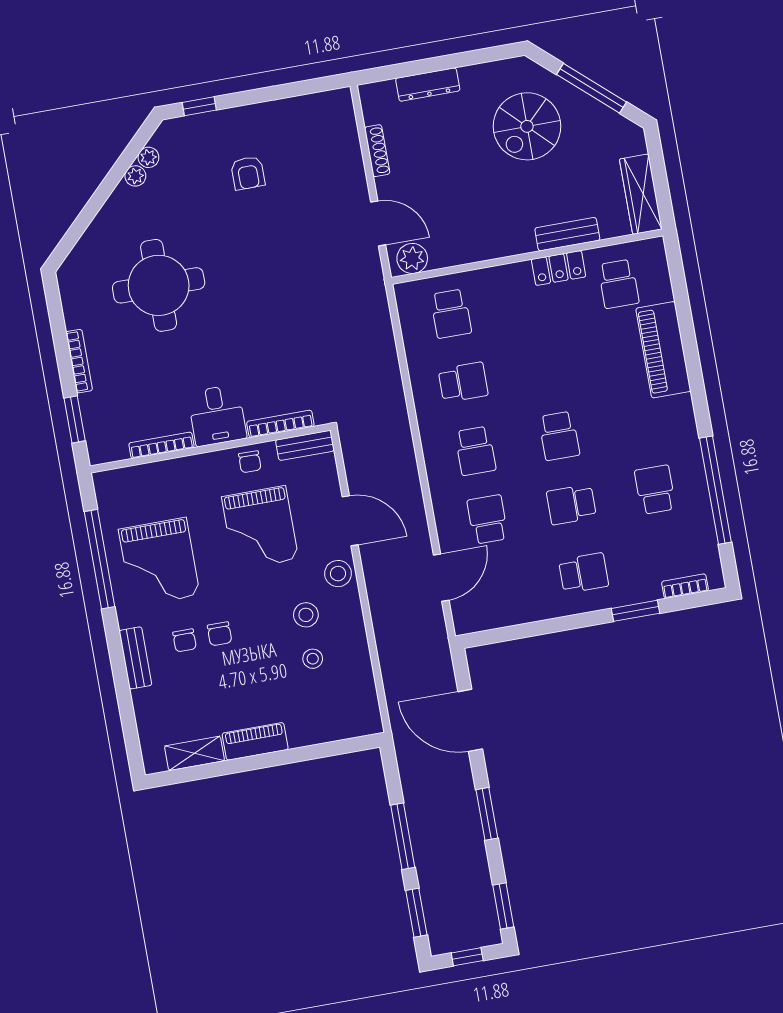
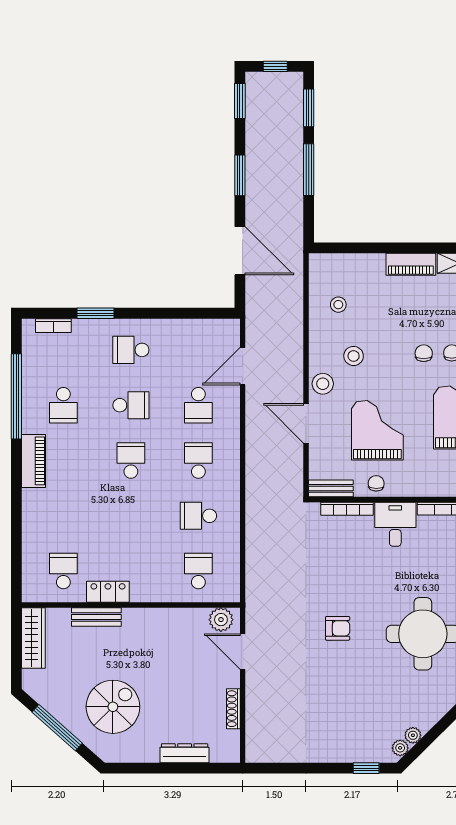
armchair: (248, 173) -> (338, 628), moved, turned 90
plant: (135, 176) -> (400, 748), moved
piano: (663, 350) -> (34, 461), moved, width x0.73, depth x0.75
stool: (313, 659) -> (338, 305), moved

